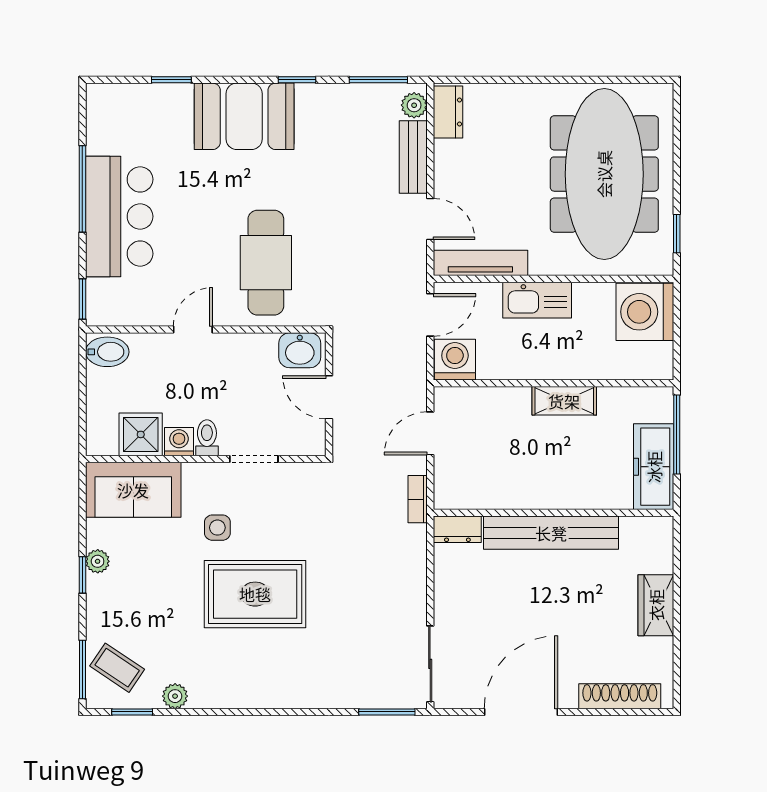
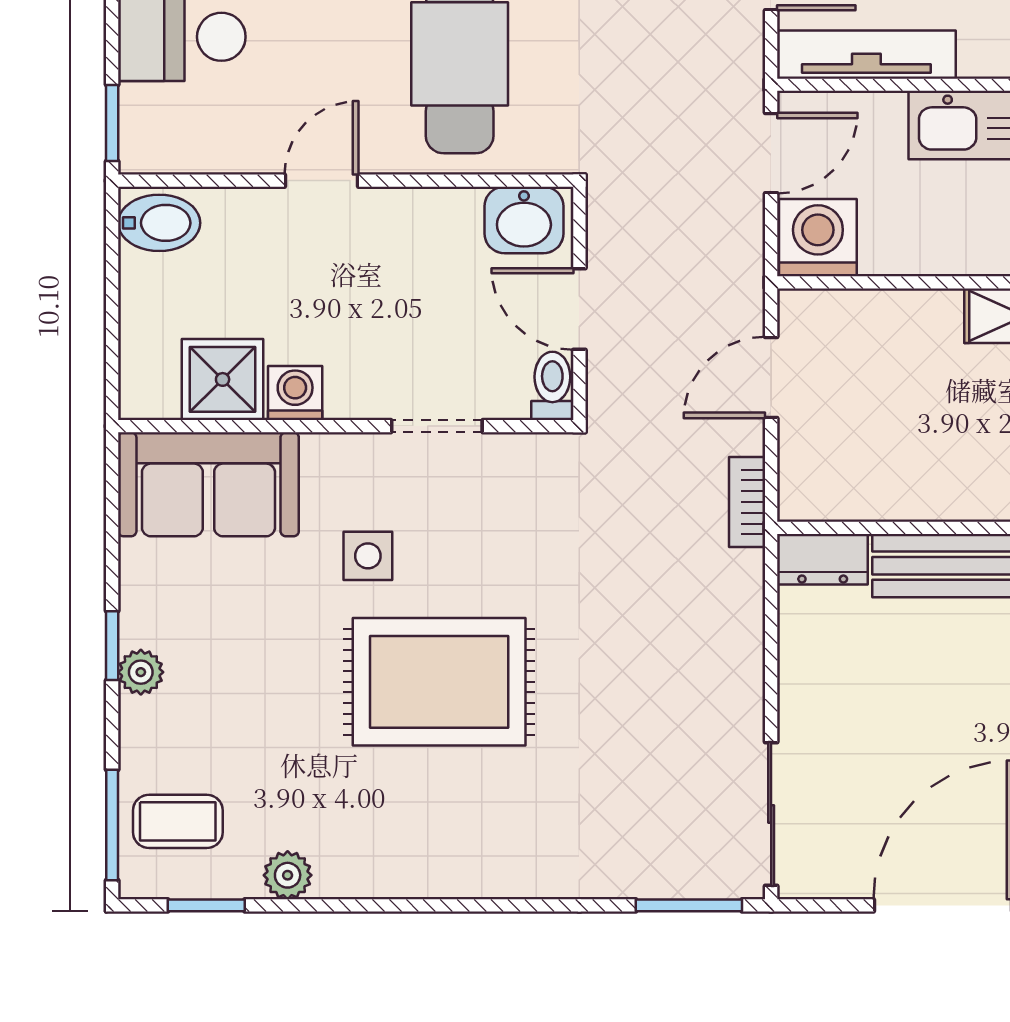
toilet: (207, 438) -> (552, 386), moved
plant: (98, 561) -> (141, 672), moved
coffee table: (117, 668) -> (178, 821), turned -34

